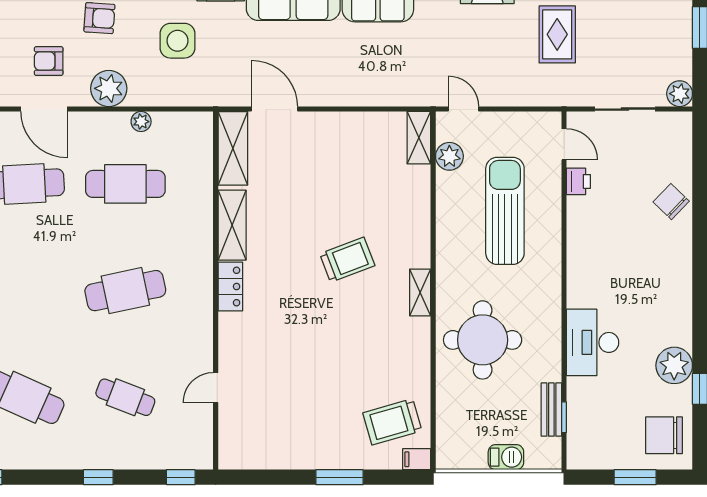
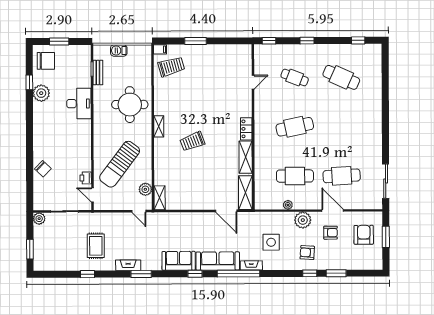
sun lounger: (505, 211) -> (120, 164), turned 37

